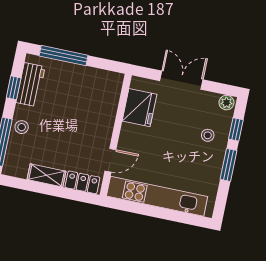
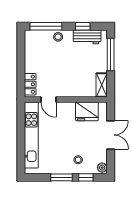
shelving: (47, 175) -> (102, 85), moved

